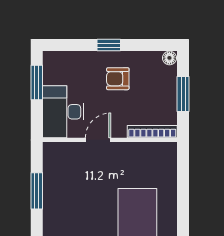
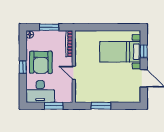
armchair: (118, 79) -> (41, 62), width x1.88, depth x1.88
window: (37, 83) -> (54, 106), moved
desk: (63, 112) -> (40, 91), moved

